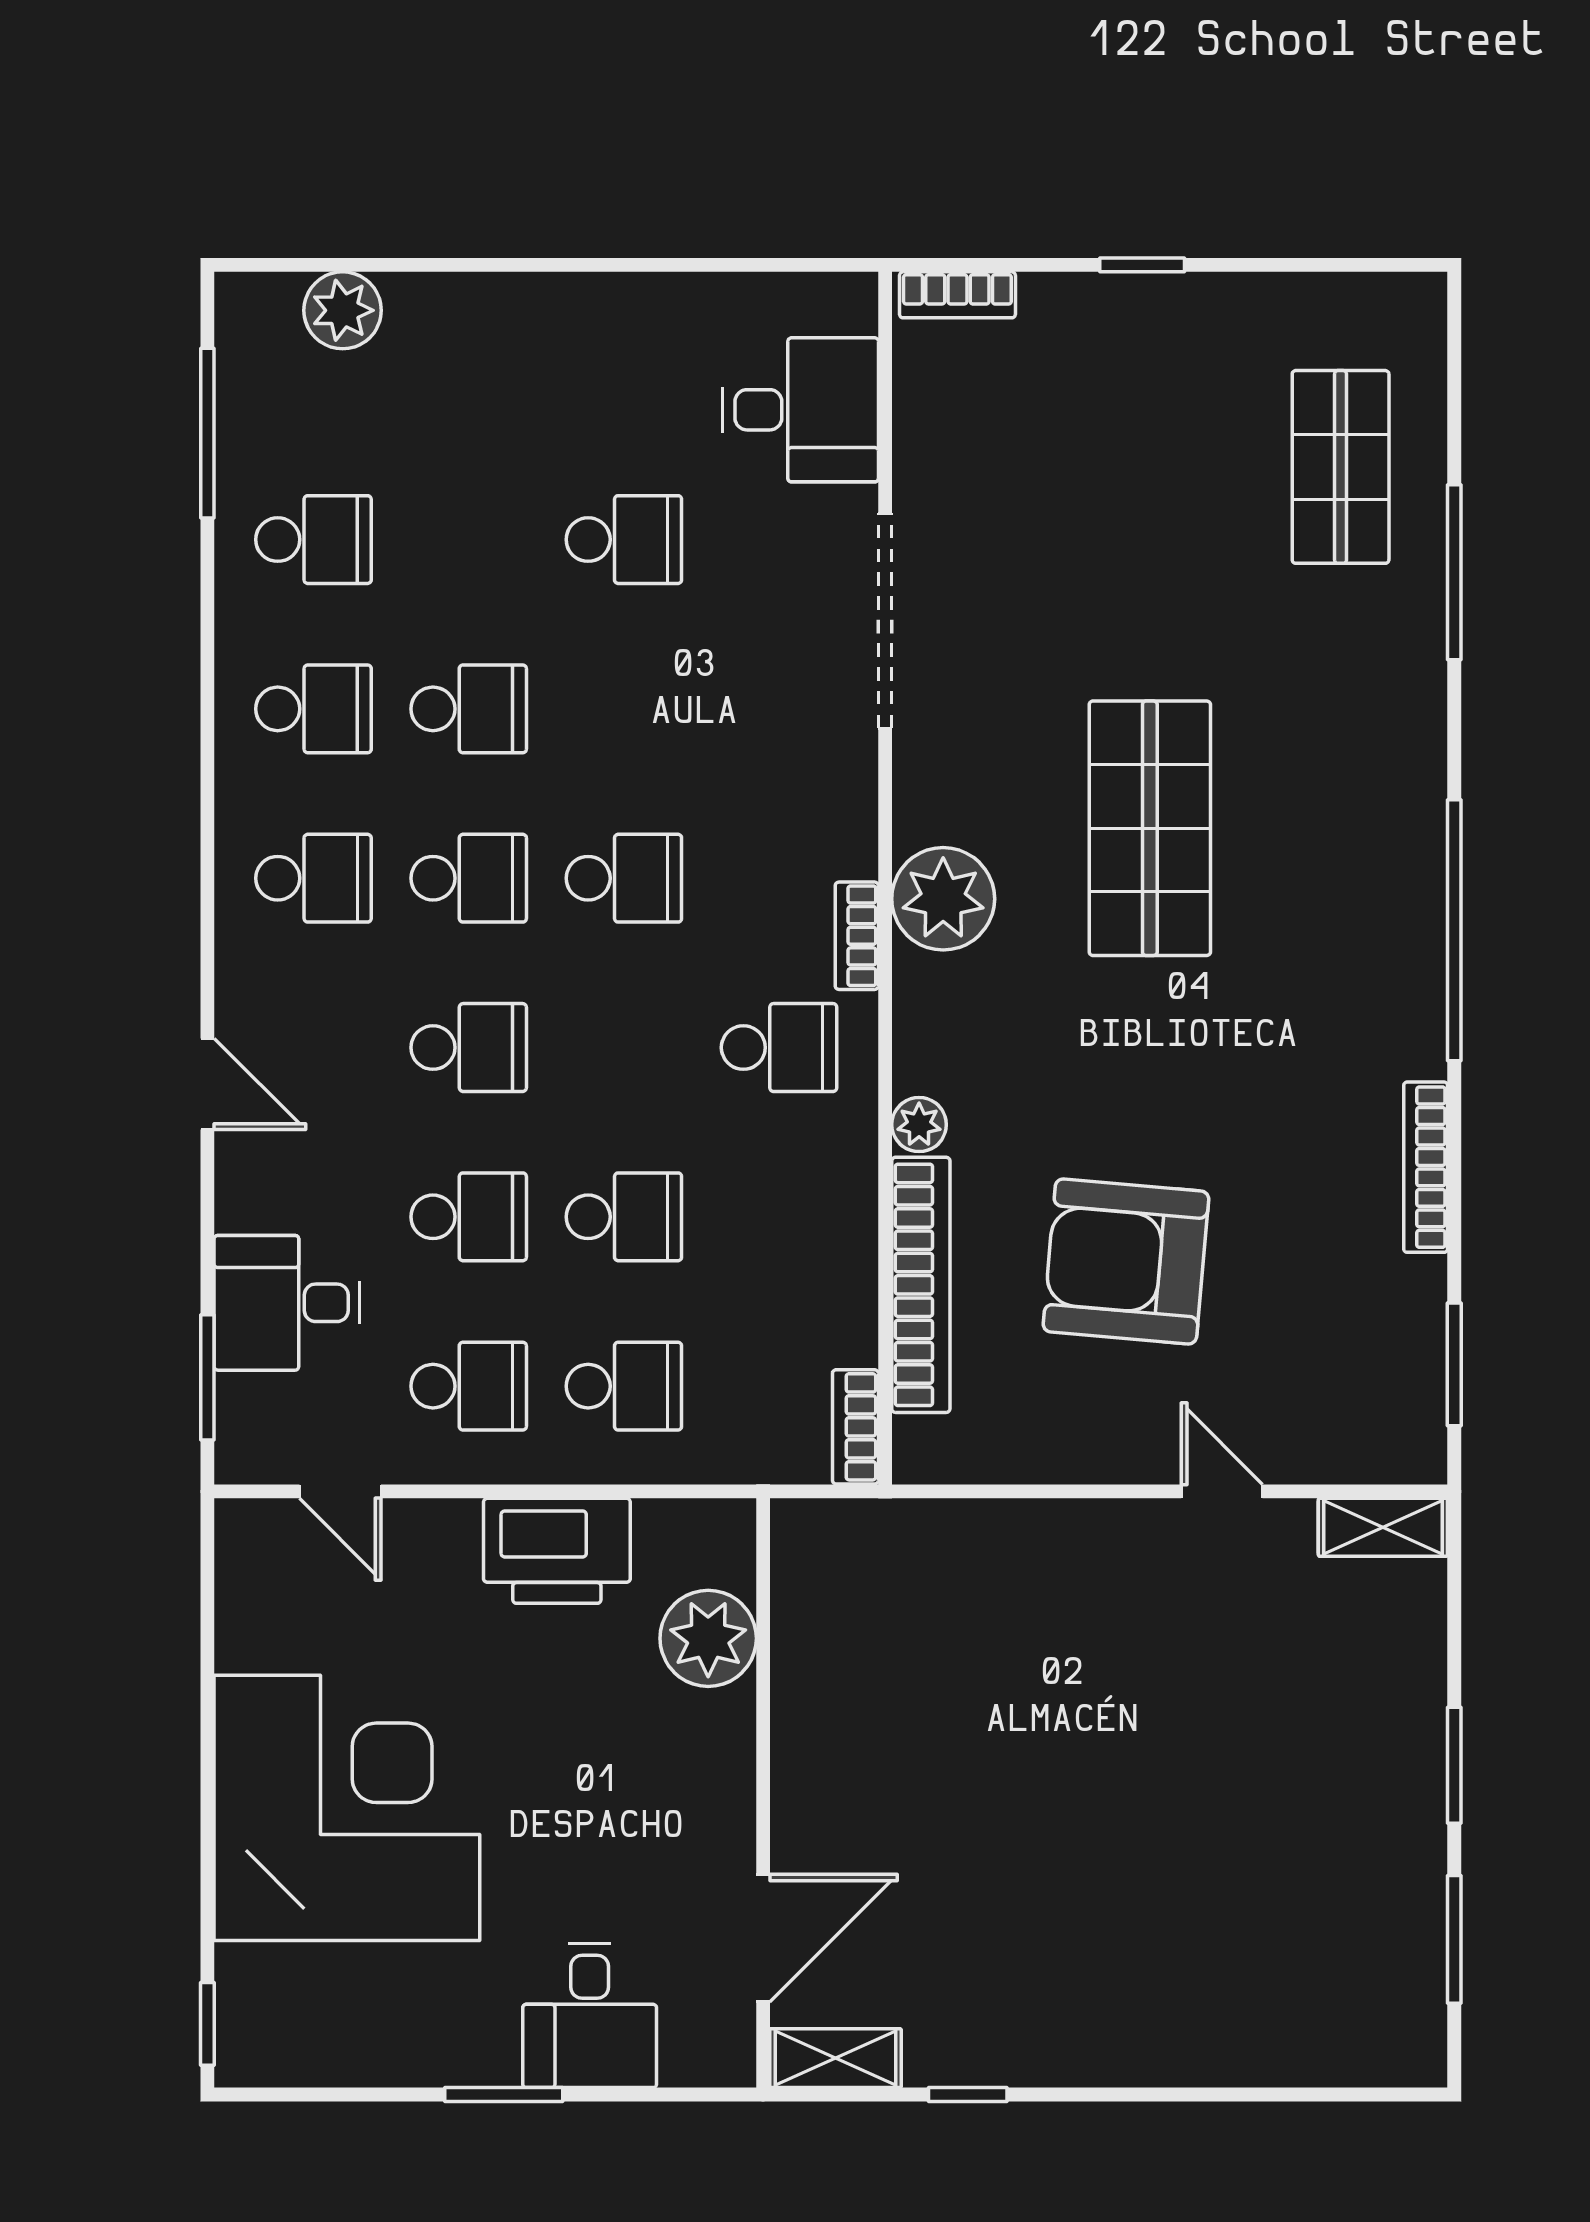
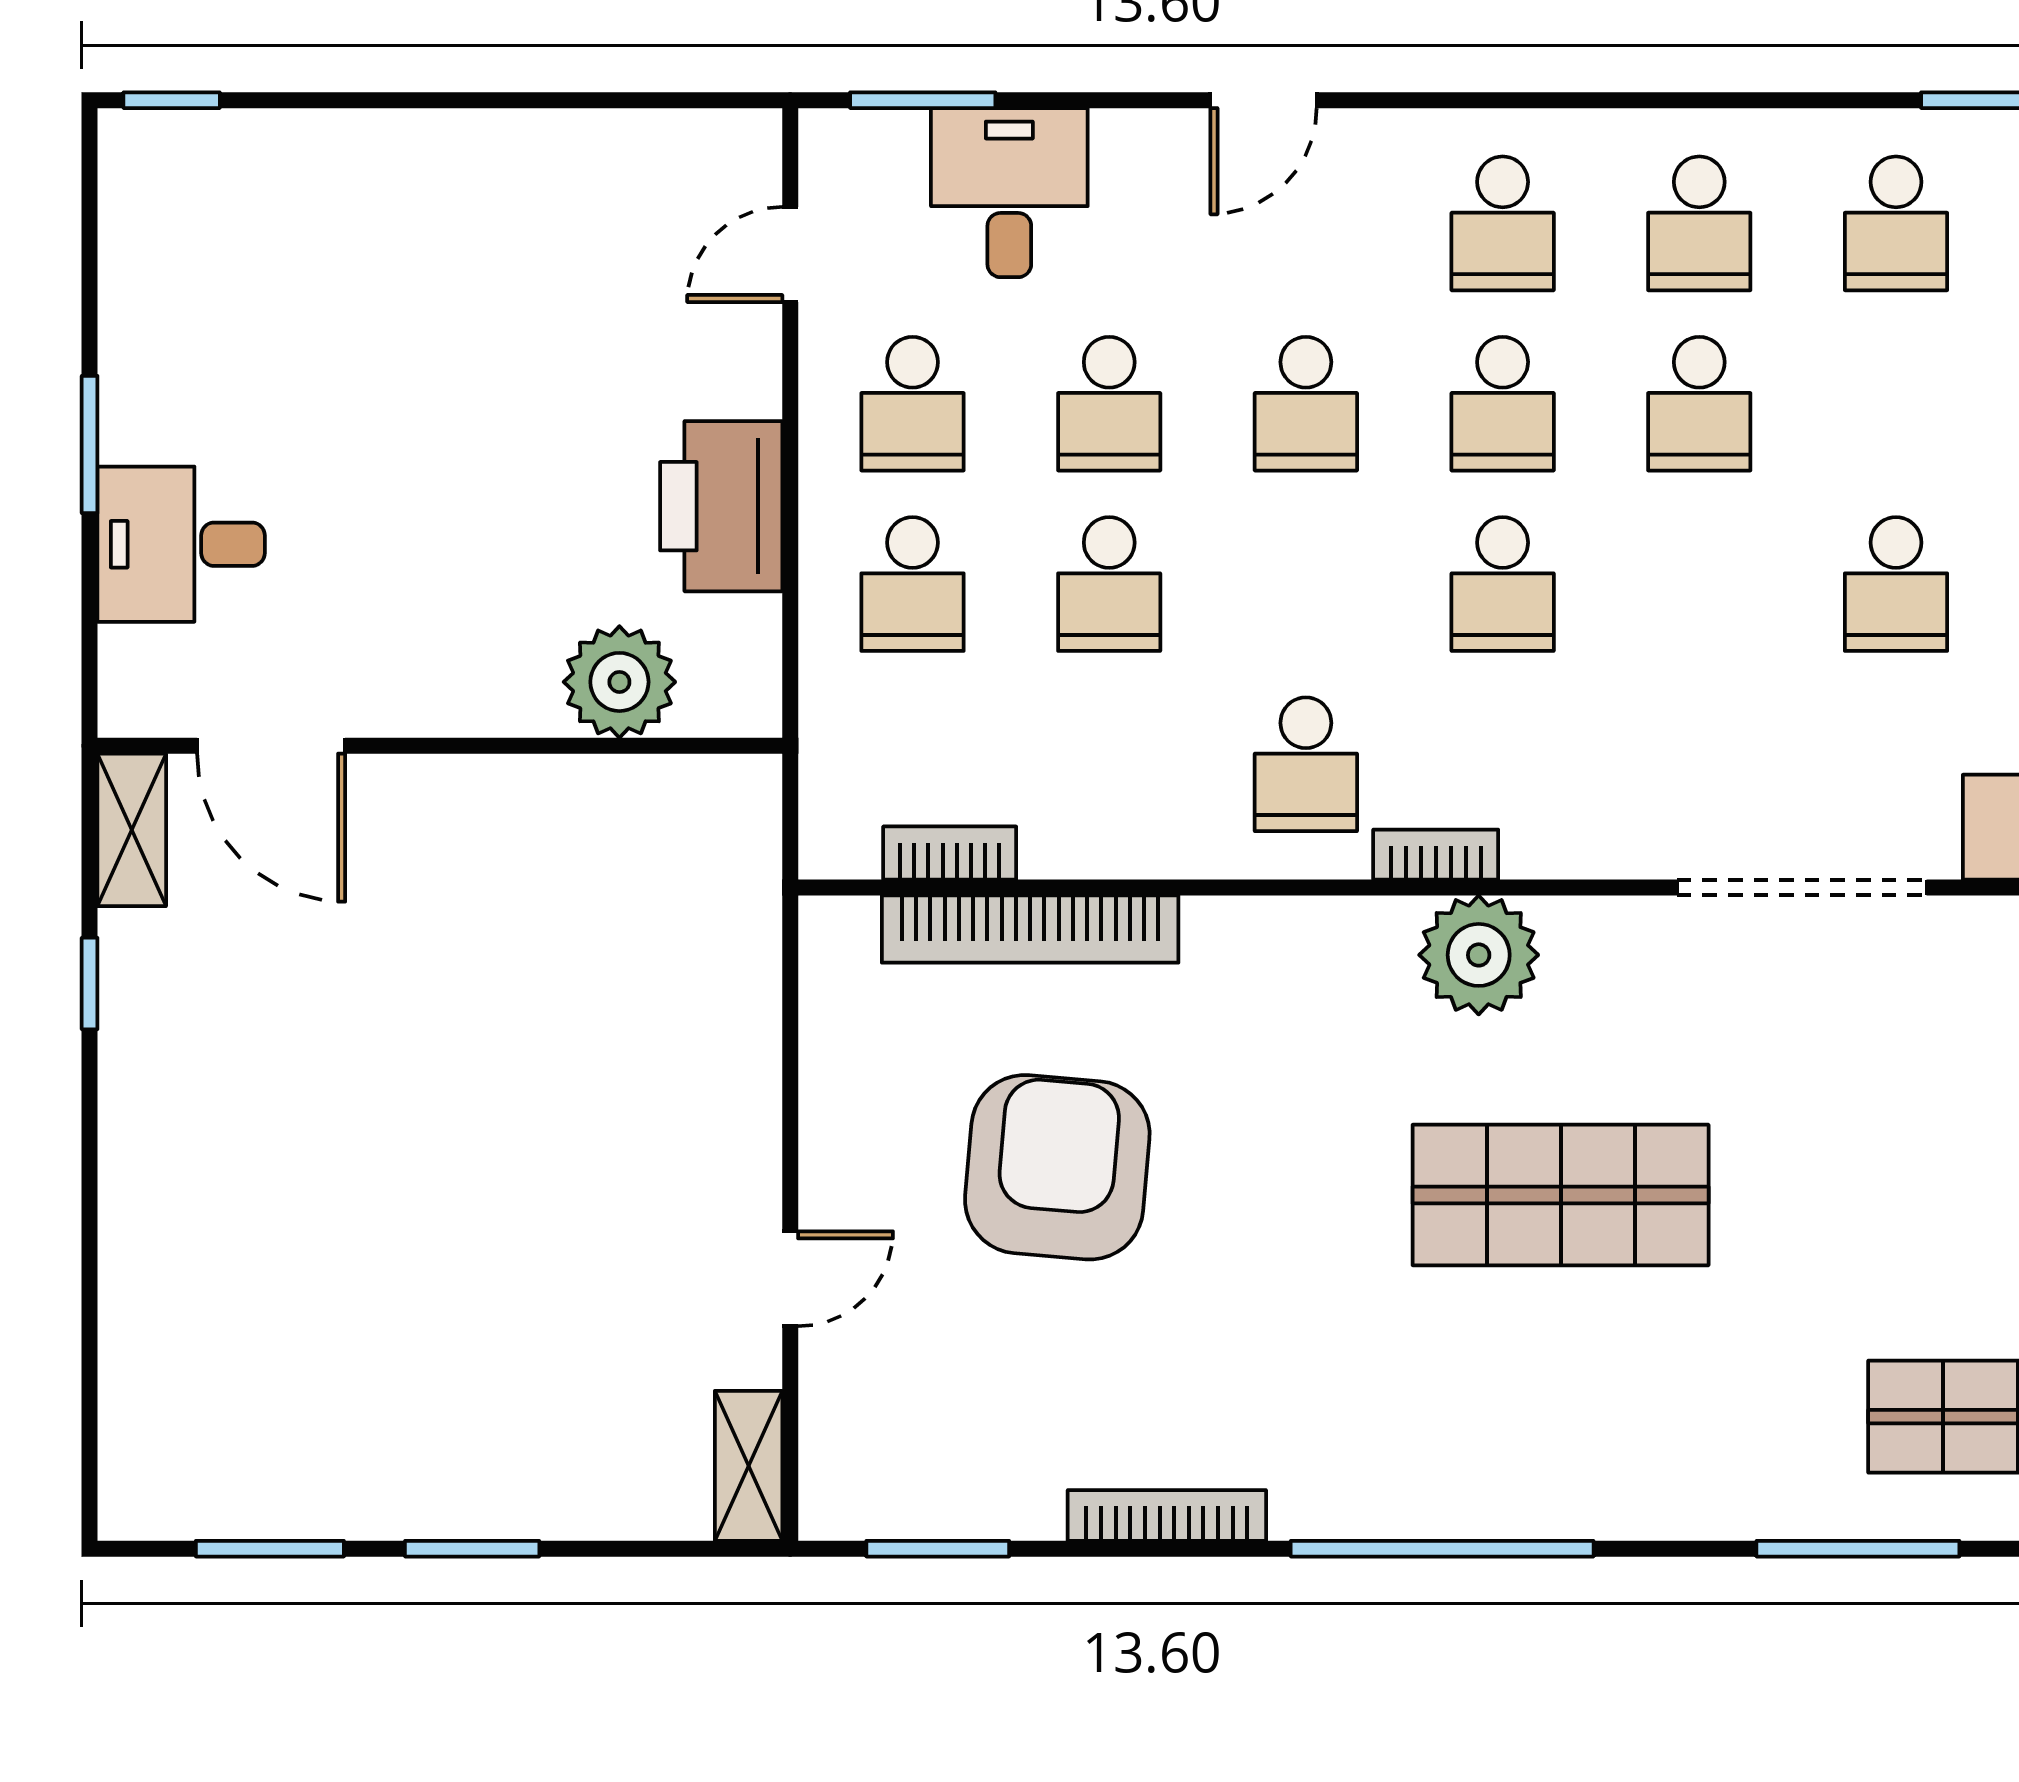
plant: (919, 1125) -> (1216, 927), removed
bookcase: (855, 1427) -> (950, 853), moved
corner desk: (347, 1808) -> (422, 262), removed

